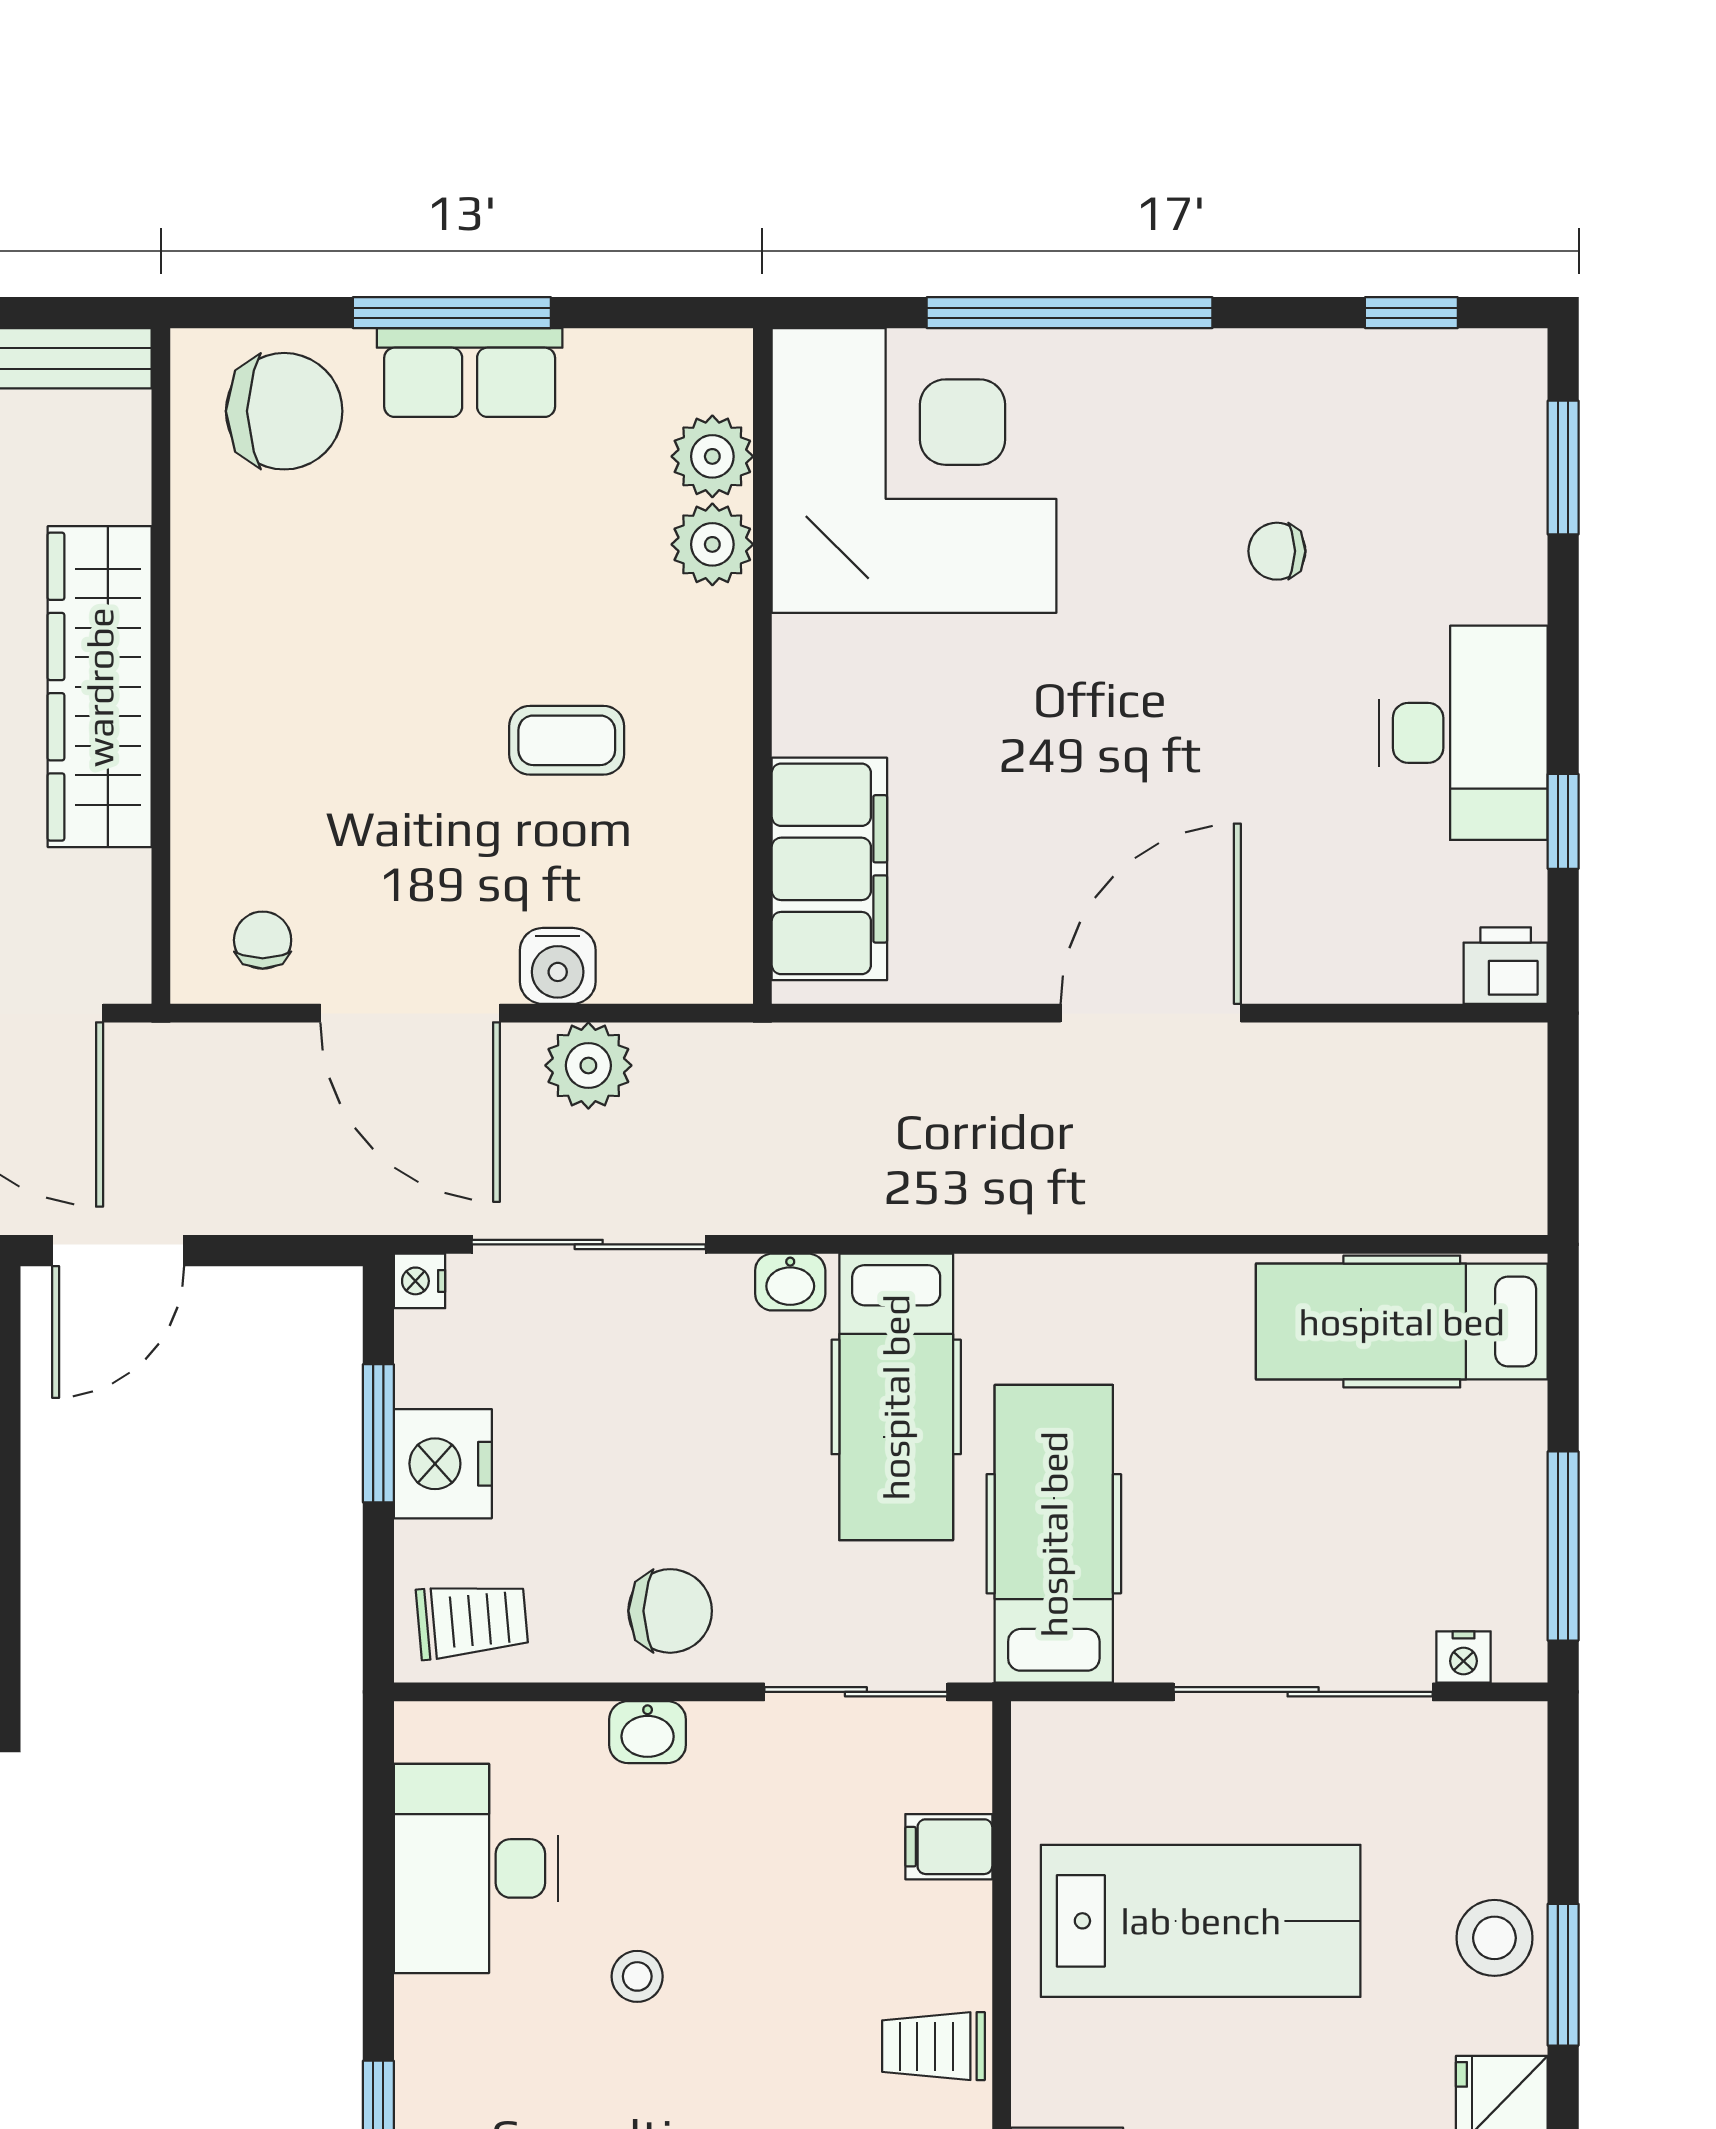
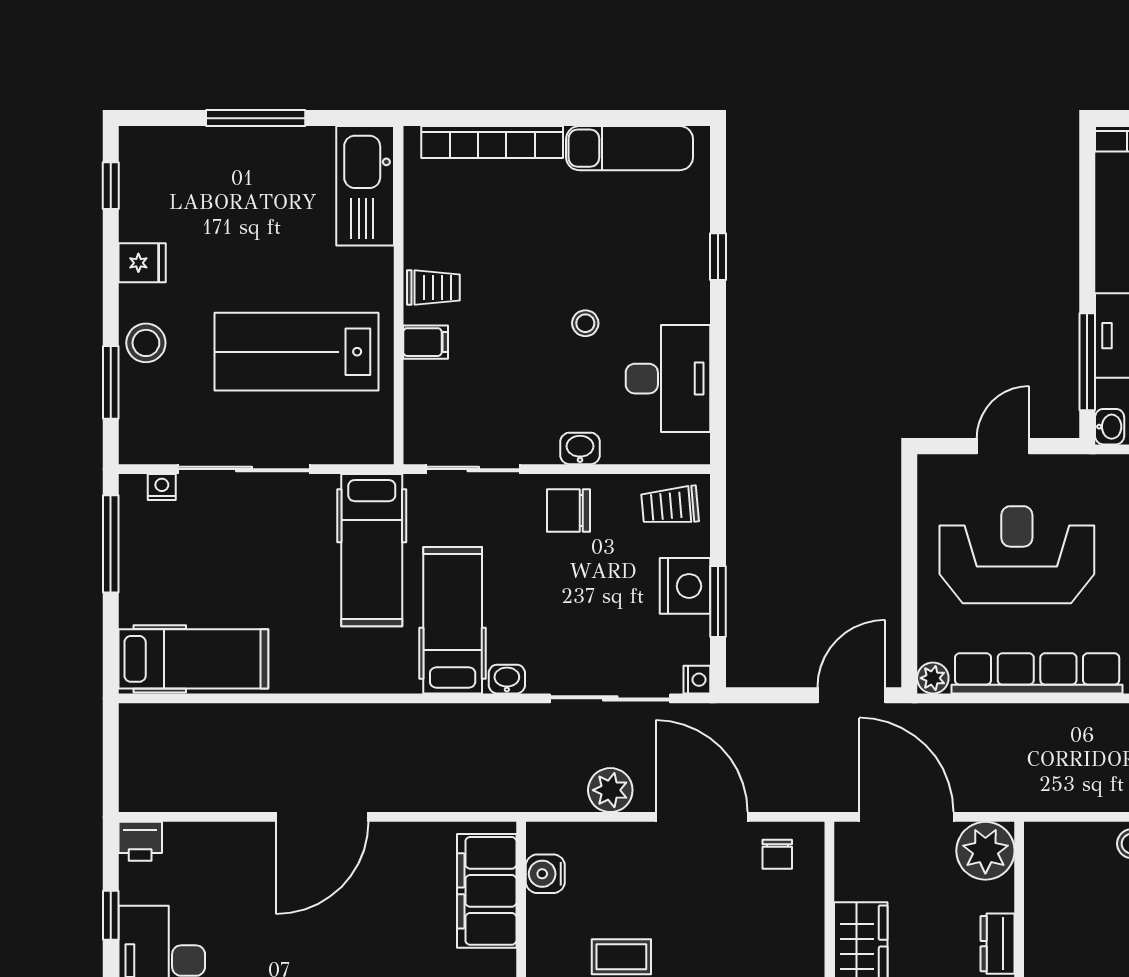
water cooler: (558, 966) -> (545, 874), moved, turned -90
filing cabinet: (949, 1847) -> (426, 342), moved
window: (1563, 1975) -> (111, 382), moved

